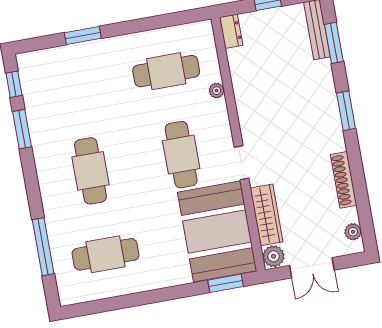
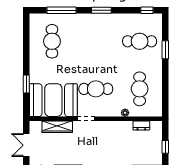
dresser: (231, 31) -> (141, 126), moved
window: (22, 129) -> (101, 10), moved
cafe table: (91, 171) -> (140, 41), moved
plant: (274, 256) -> (36, 127), removed
window: (226, 283) -> (26, 84), moved

